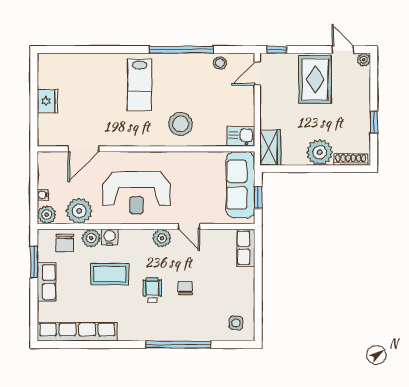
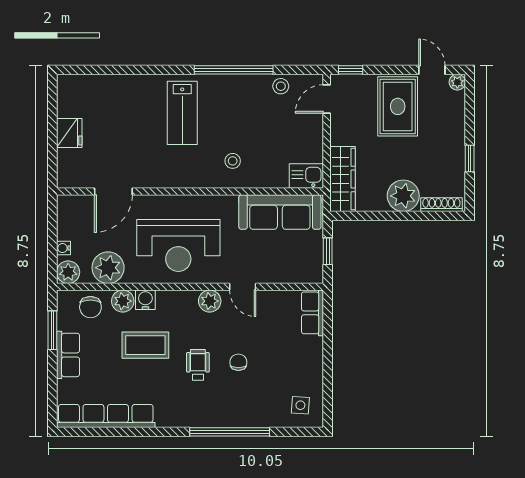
stool: (181, 124) -> (233, 161), width x0.53, depth x0.53
wardrobe: (270, 148) -> (342, 179), width x1.50
sofa: (241, 185) -> (280, 212), moved, turned -90

